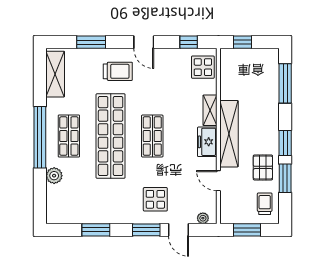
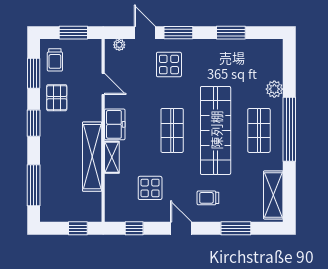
display table: (203, 67) -> (150, 188), moved
trolley: (118, 71) -> (208, 198), width x0.73, depth x0.72
shelving: (229, 134) -> (92, 157), moved
window: (285, 178) -> (34, 73), moved

